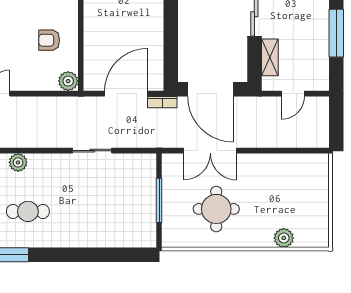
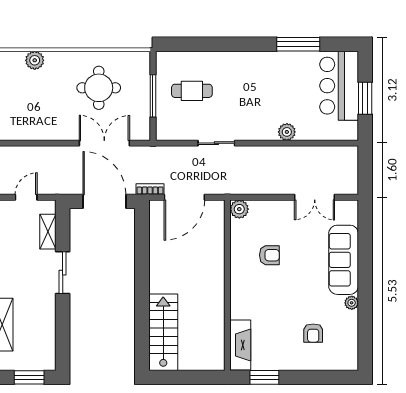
armchair: (49, 40) -> (269, 255), moved
cafe table: (28, 211) -> (192, 91), moved

